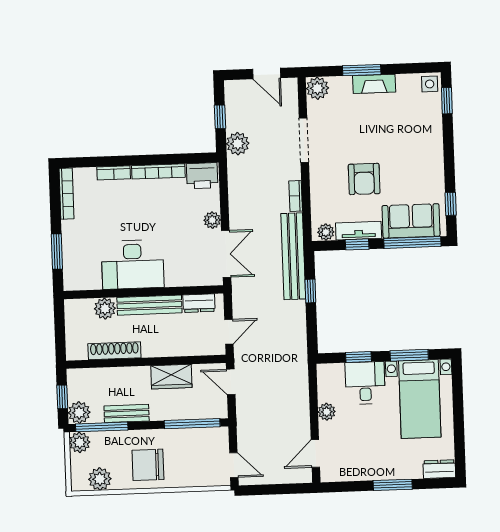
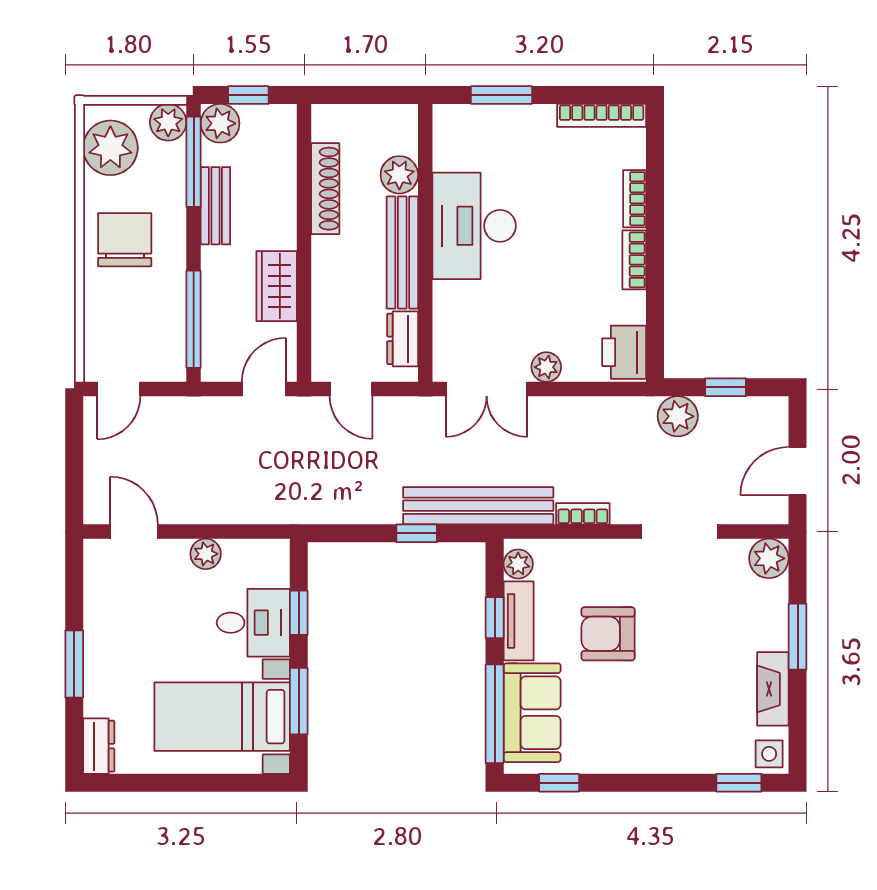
fireplace: (374, 84) -> (773, 689), moved
bookcase: (158, 171) -> (634, 260), width x0.64
plant: (100, 479) -> (110, 148), width x1.36, depth x1.36

